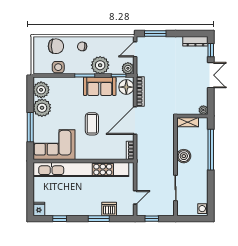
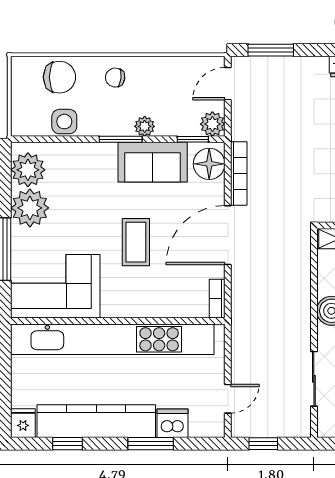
plant: (100, 65) -> (145, 126), width x0.53, depth x0.53
kitchen counter: (73, 208) -> (96, 421), added

